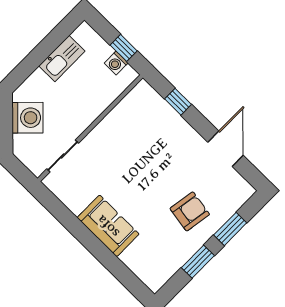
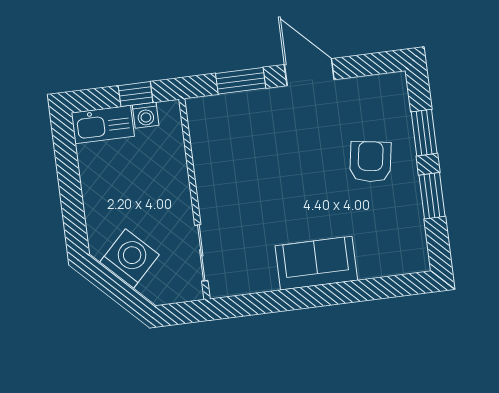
kitchen sink: (62, 58) -> (103, 125), moved, turned 90
window: (178, 102) -> (241, 81), width x1.50
door: (225, 149) -> (309, 72), moved

